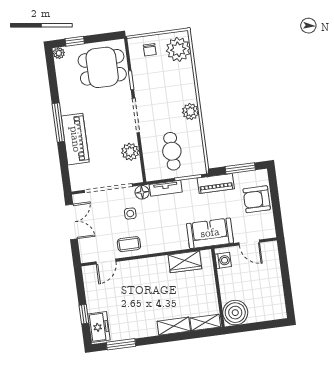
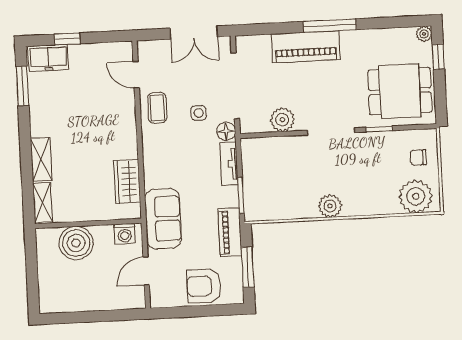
dining table: (102, 67) -> (400, 91), turned 90
cafe table: (172, 151) -> (278, 176), removed
armchair: (257, 199) -> (204, 286), turned -90
boiler: (235, 313) -> (76, 243), moved

